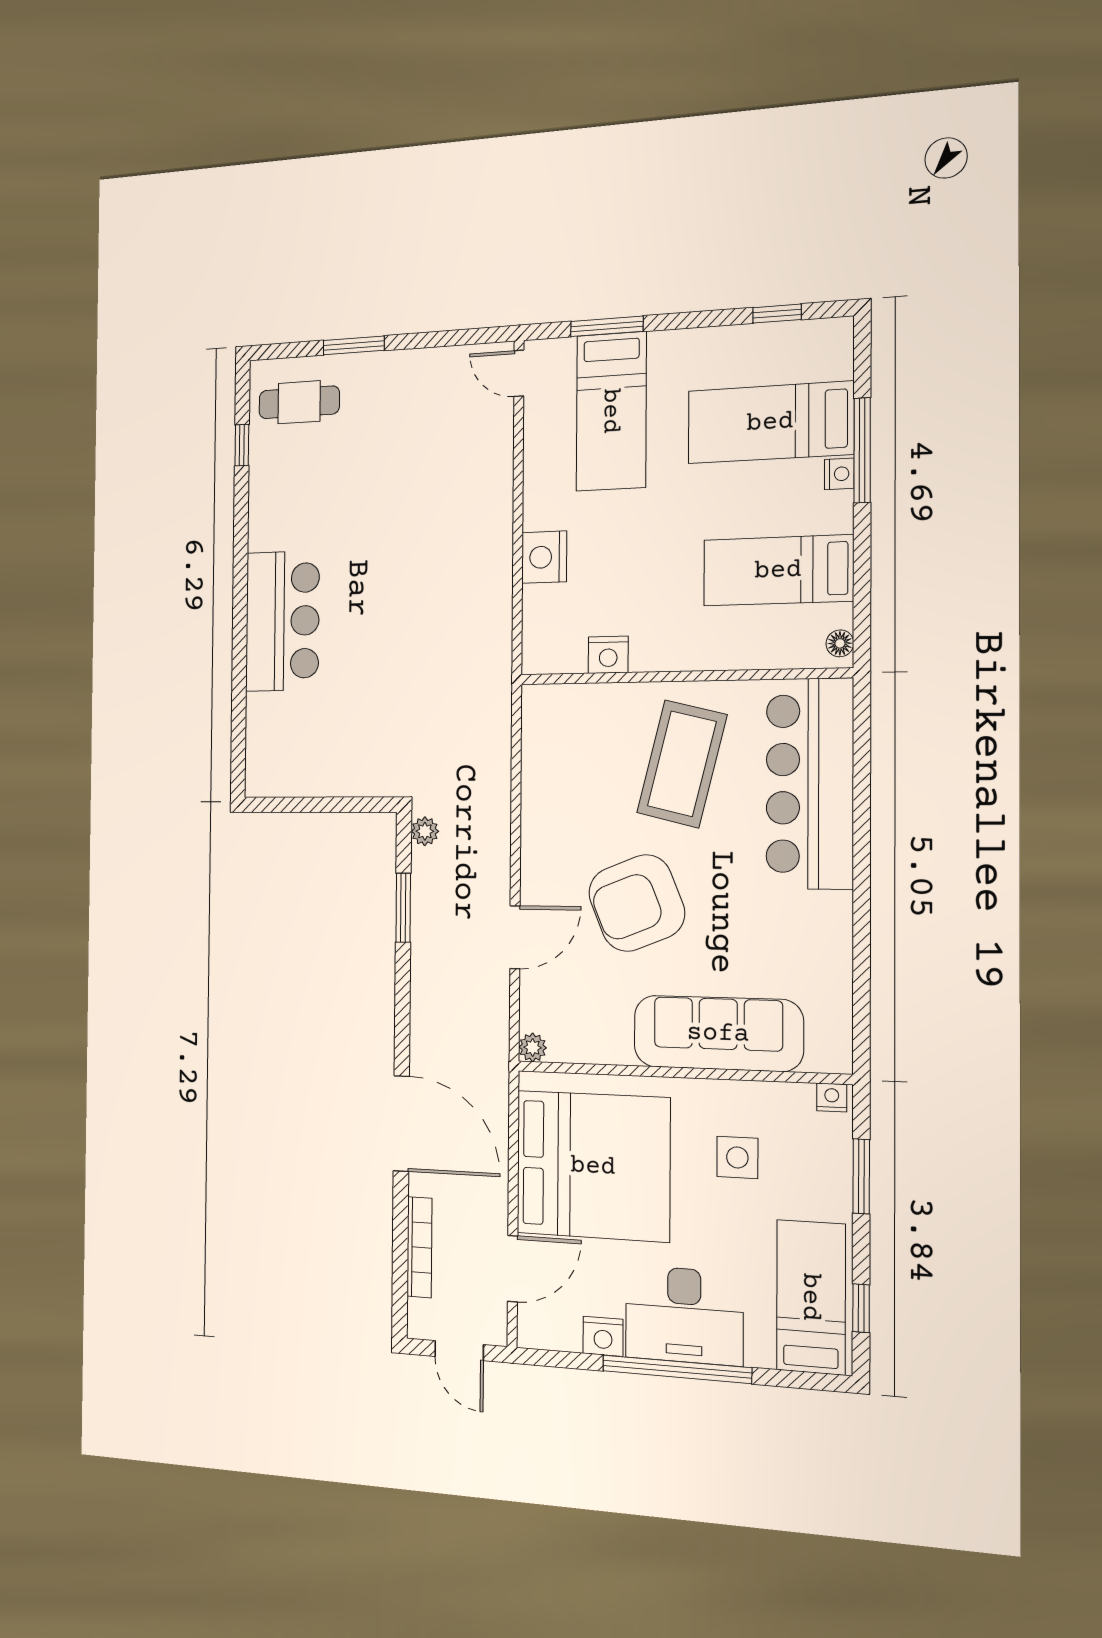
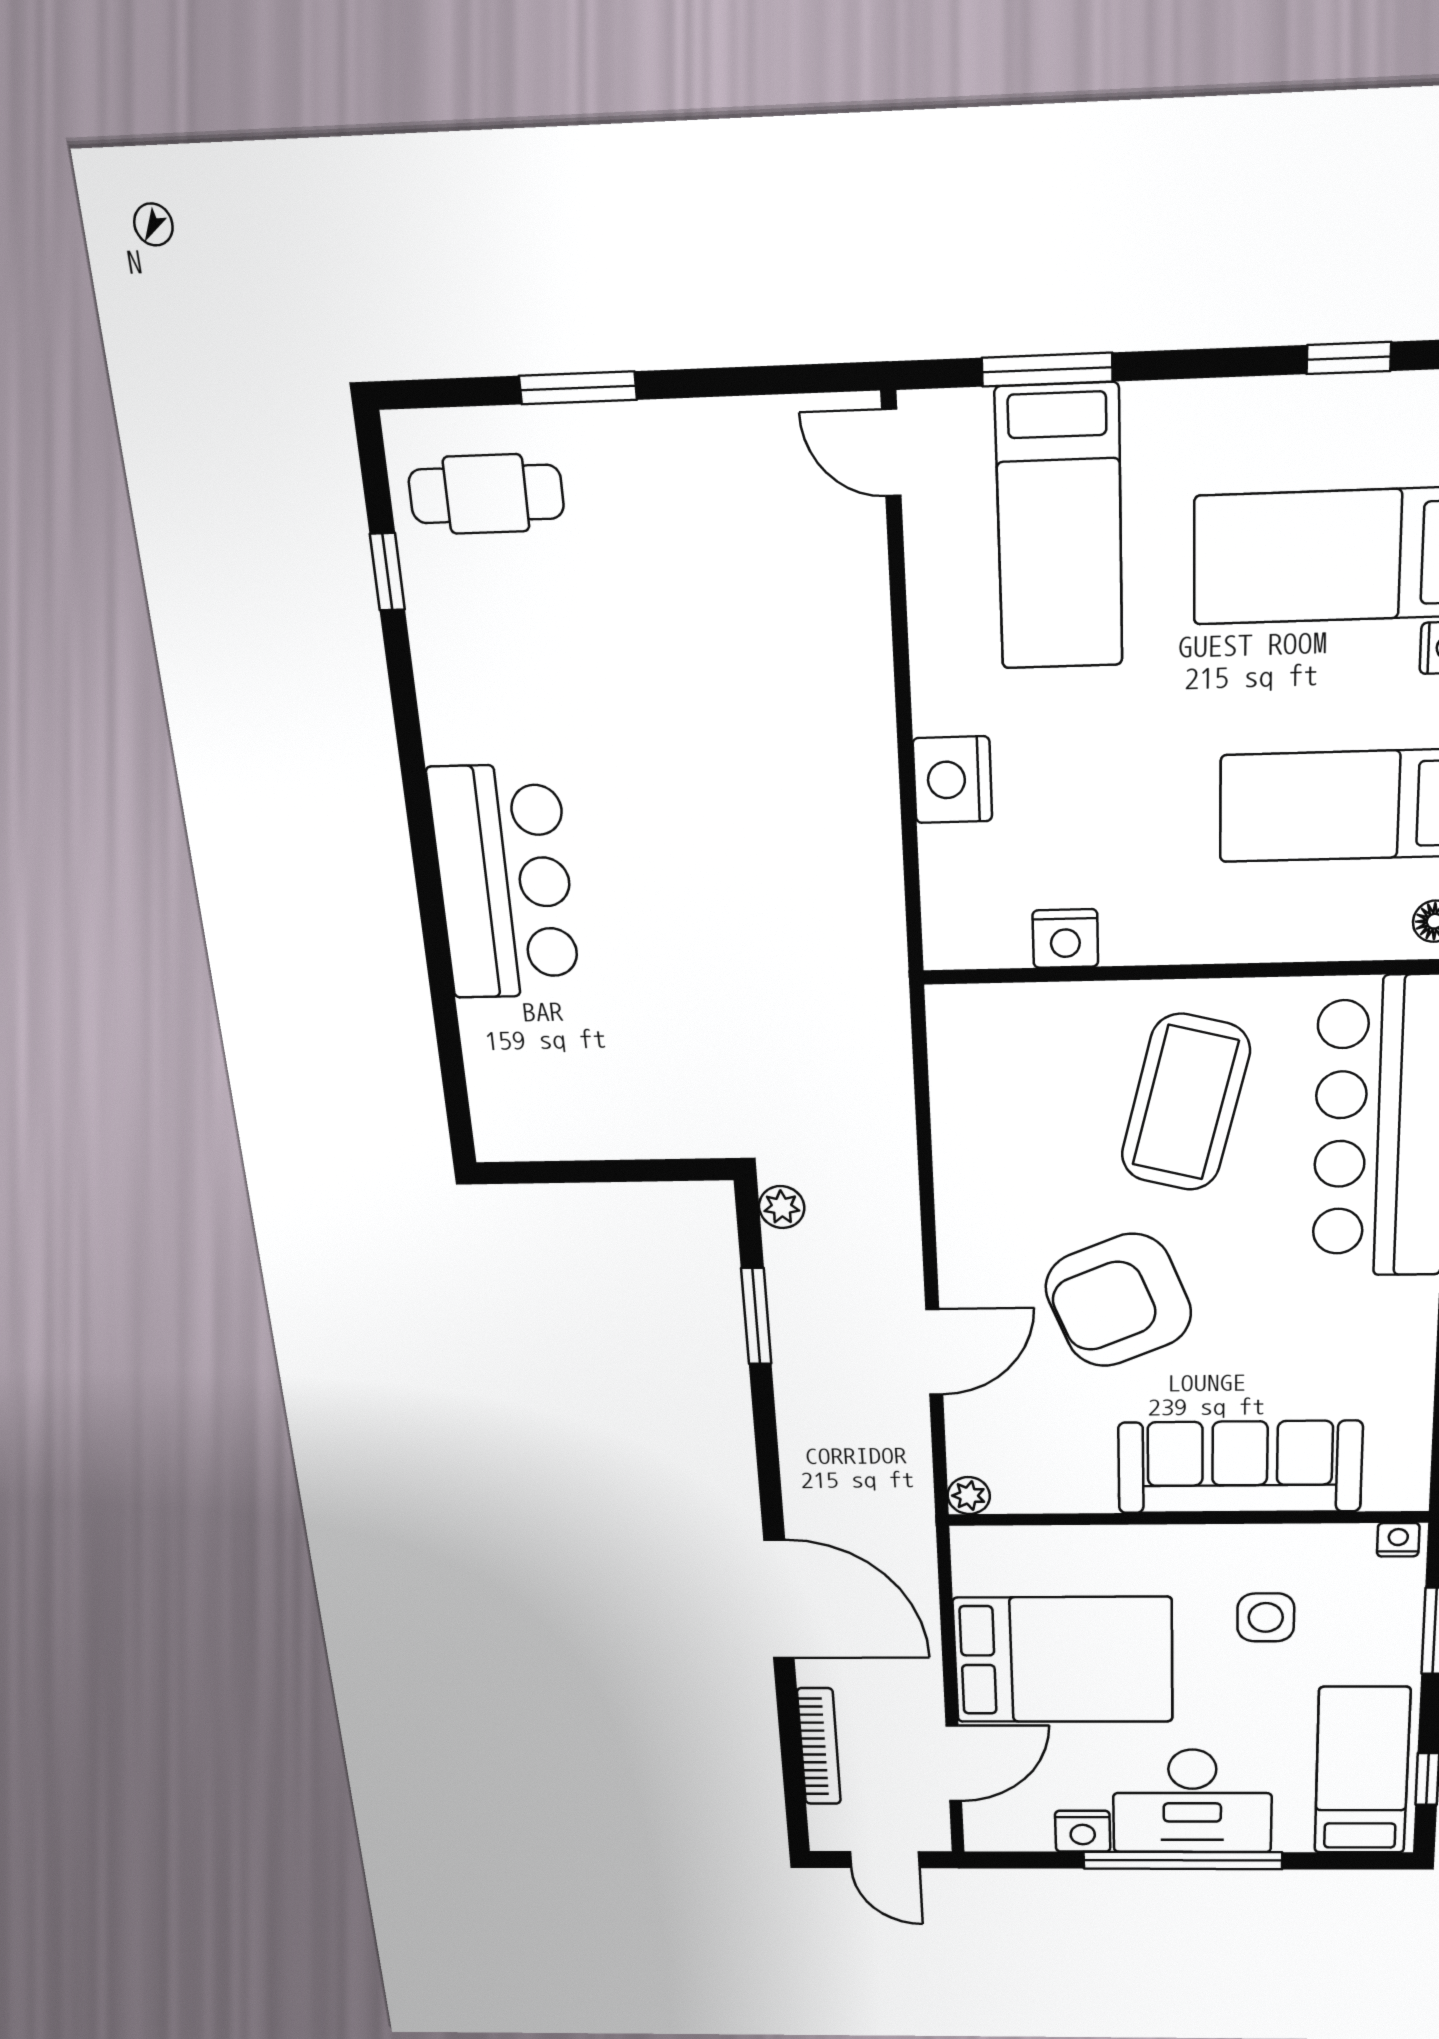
bed: (593, 1166) -> (1063, 1660), width x0.73

